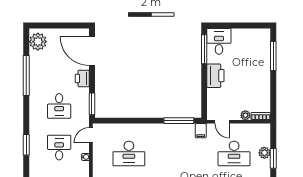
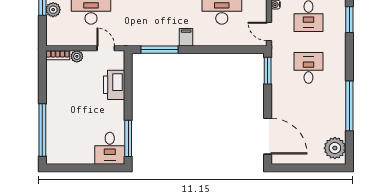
window: (273, 56) -> (42, 130), width x1.46
printer: (215, 76) -> (114, 85), moved
printer: (82, 79) -> (280, 102), removed
filing cabinet: (201, 131) -> (186, 37), moved
door: (91, 135) -> (269, 31), swing flipped

